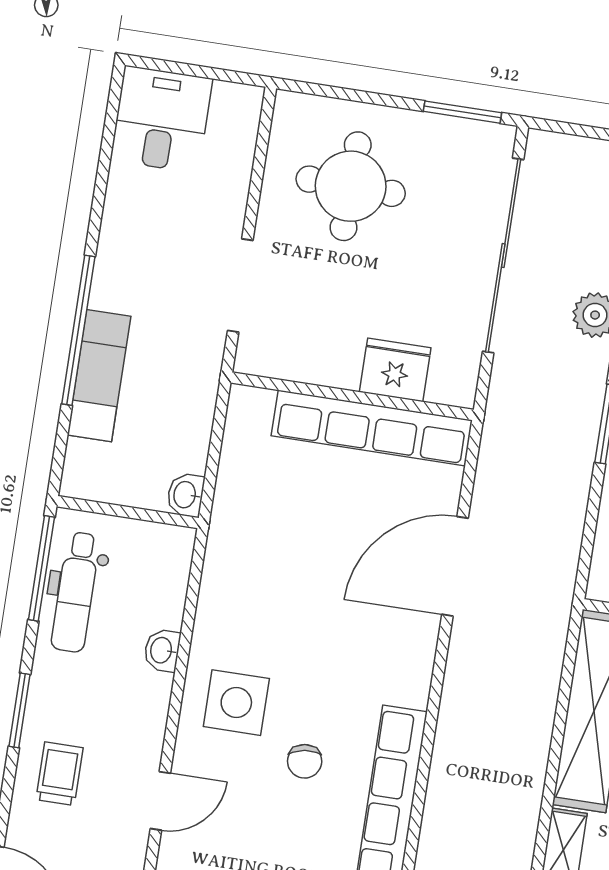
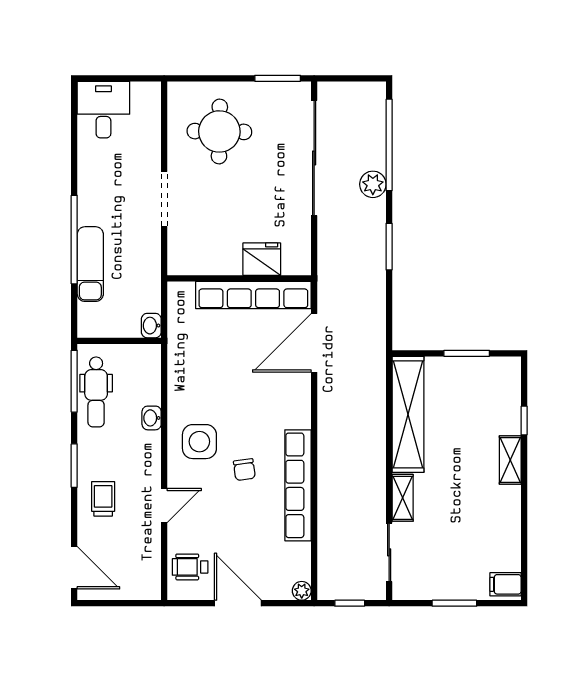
fridge: (395, 370) -> (262, 259), moved
wall: (352, 396) -> (239, 278), moved
row of seats: (372, 428) -> (253, 295), moved

